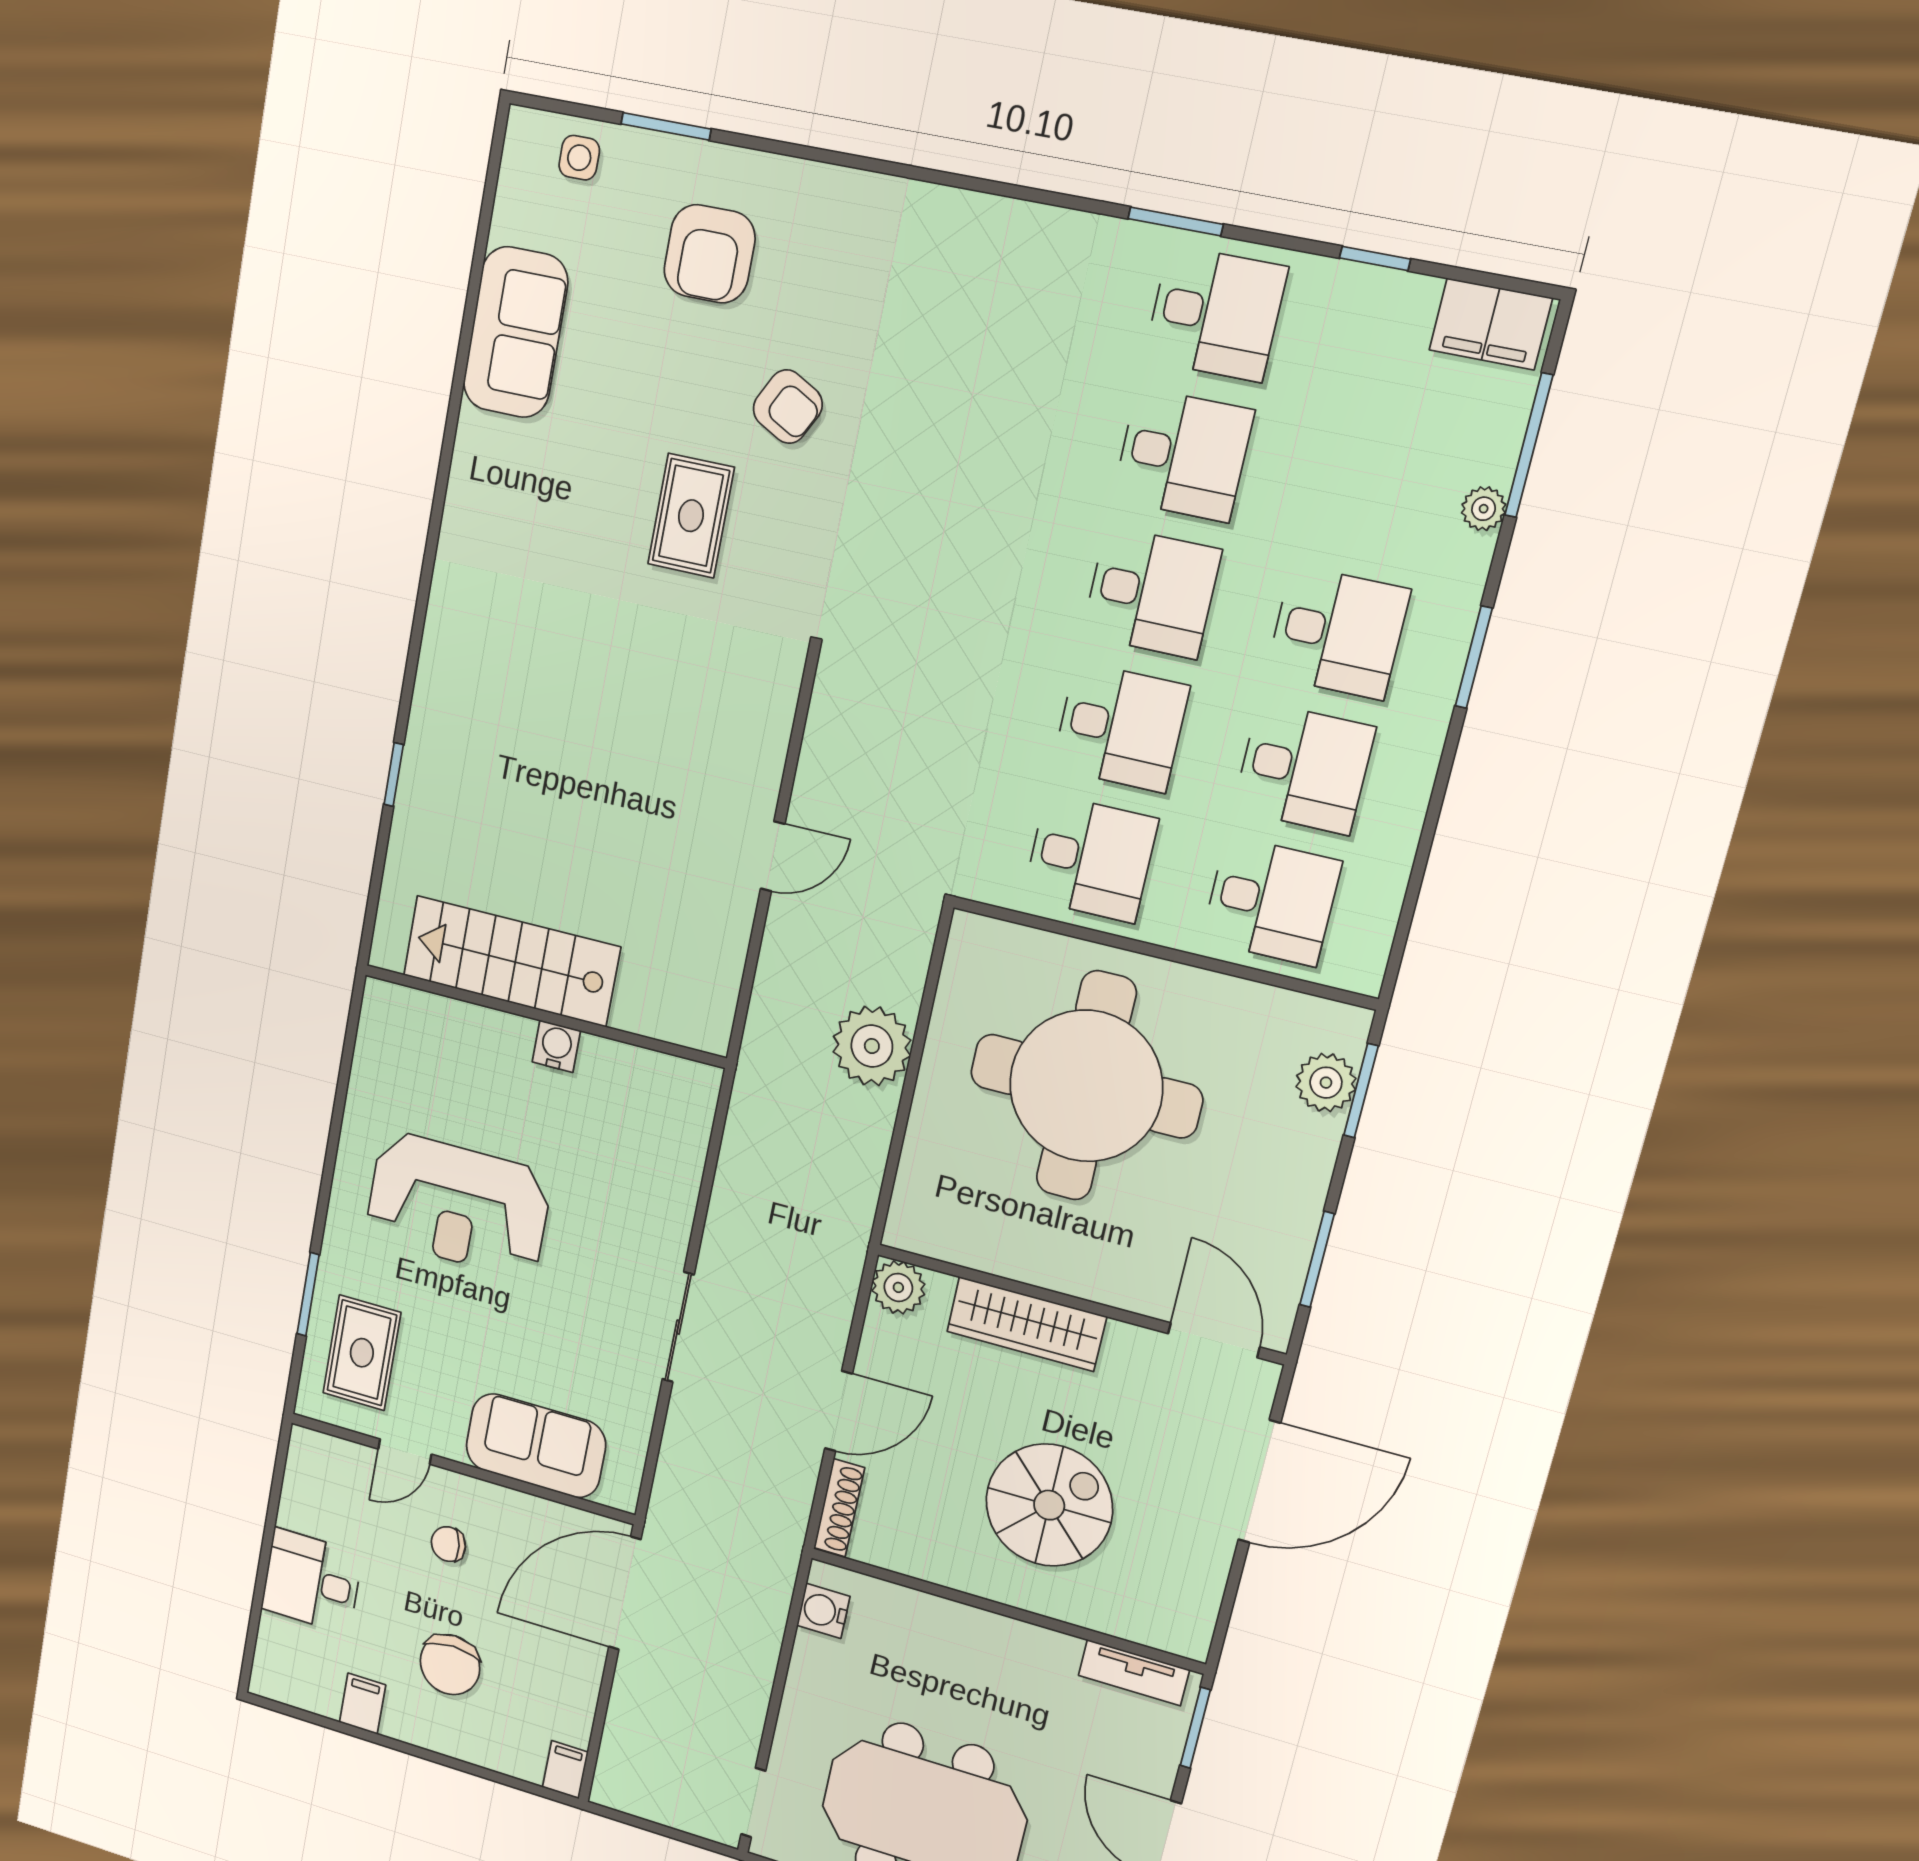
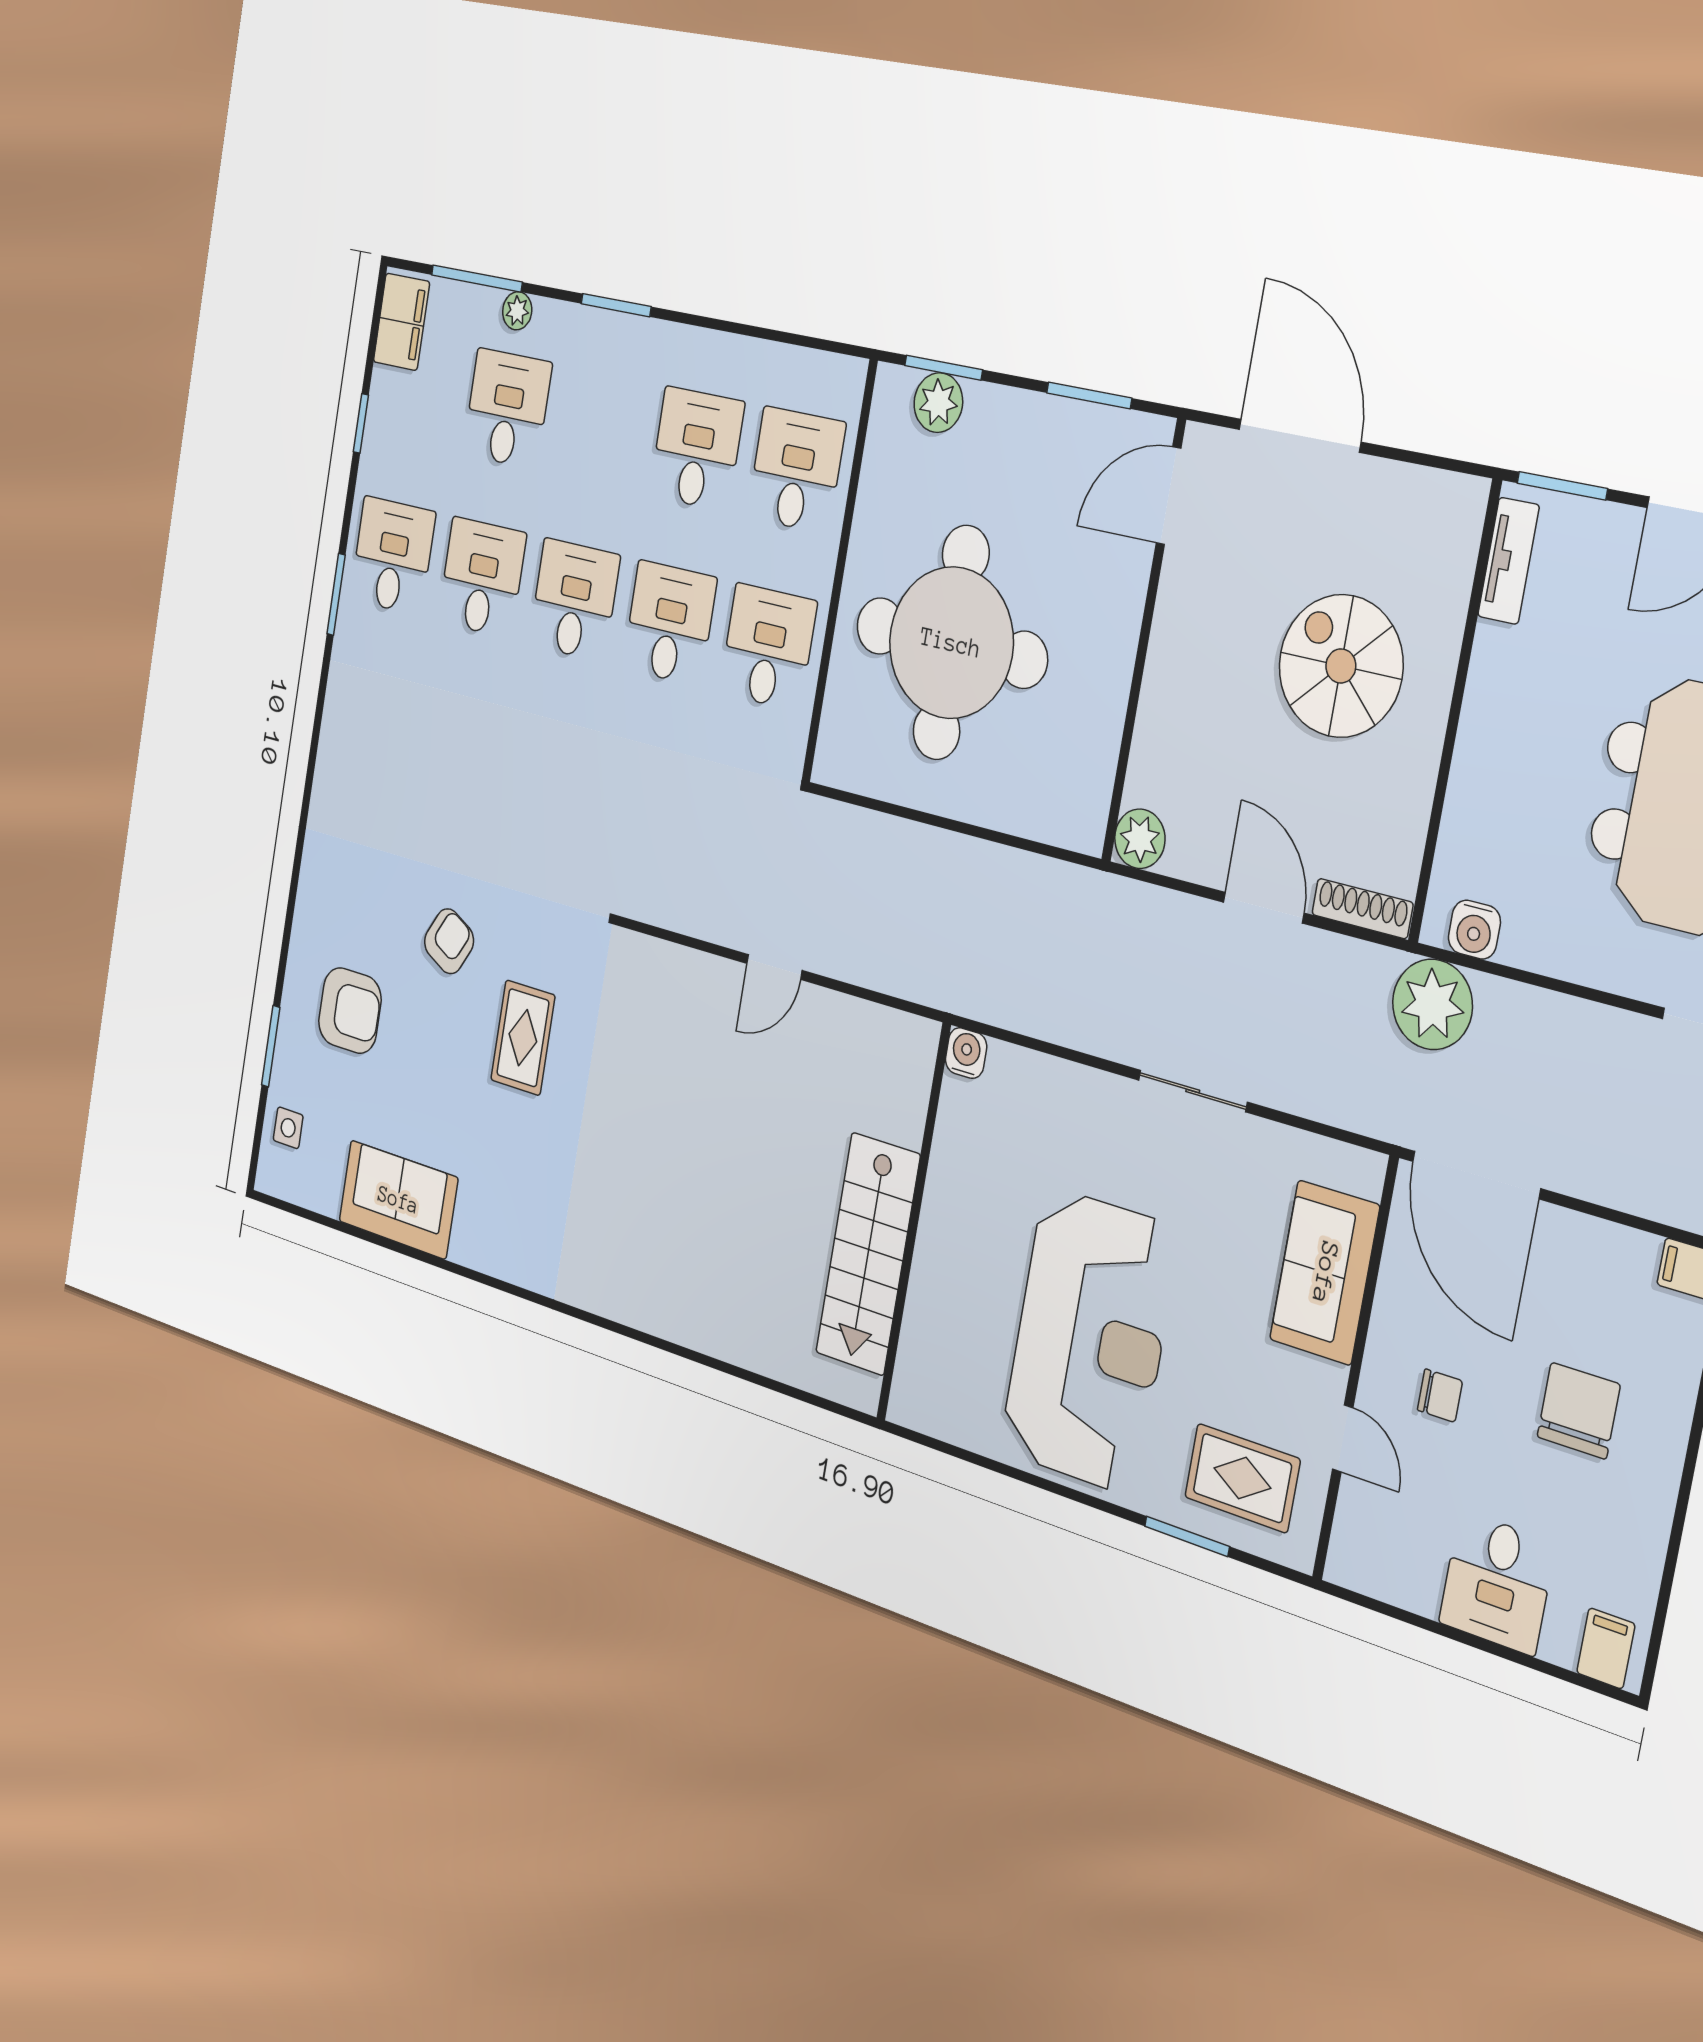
rug: (691, 516) -> (523, 1038), turned 90
desk: (1338, 633) -> (507, 409), moved
window: (394, 774) -> (718, 1365), removed
door: (773, 856) -> (774, 967), swing flipped
water cooler: (556, 1046) -> (966, 1053), moved, turned 90
plant: (872, 1046) -> (1432, 1004), moved
reception desk: (458, 1205) -> (1089, 1340), width x1.36, depth x1.30
wardrobe: (1026, 1324) -> (1166, 697), removed
chair: (448, 1544) -> (1440, 1396), turned -82
chair: (450, 1665) -> (1579, 1411), turned -90
filing cabinet: (363, 1704) -> (1606, 1648), moved, turned 90

